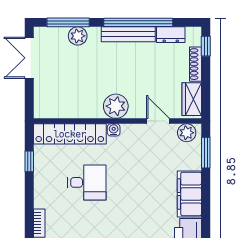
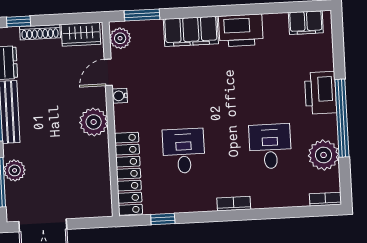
water cooler: (114, 130) -> (120, 96), moved

